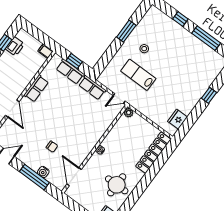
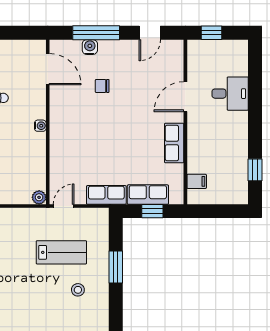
window: (126, 31) -> (116, 267), moved
printer: (15, 46) -> (238, 175), removed
filing cabinet: (45, 51) -> (197, 181), moved
door: (12, 109) -> (185, 97), hinge flipped

